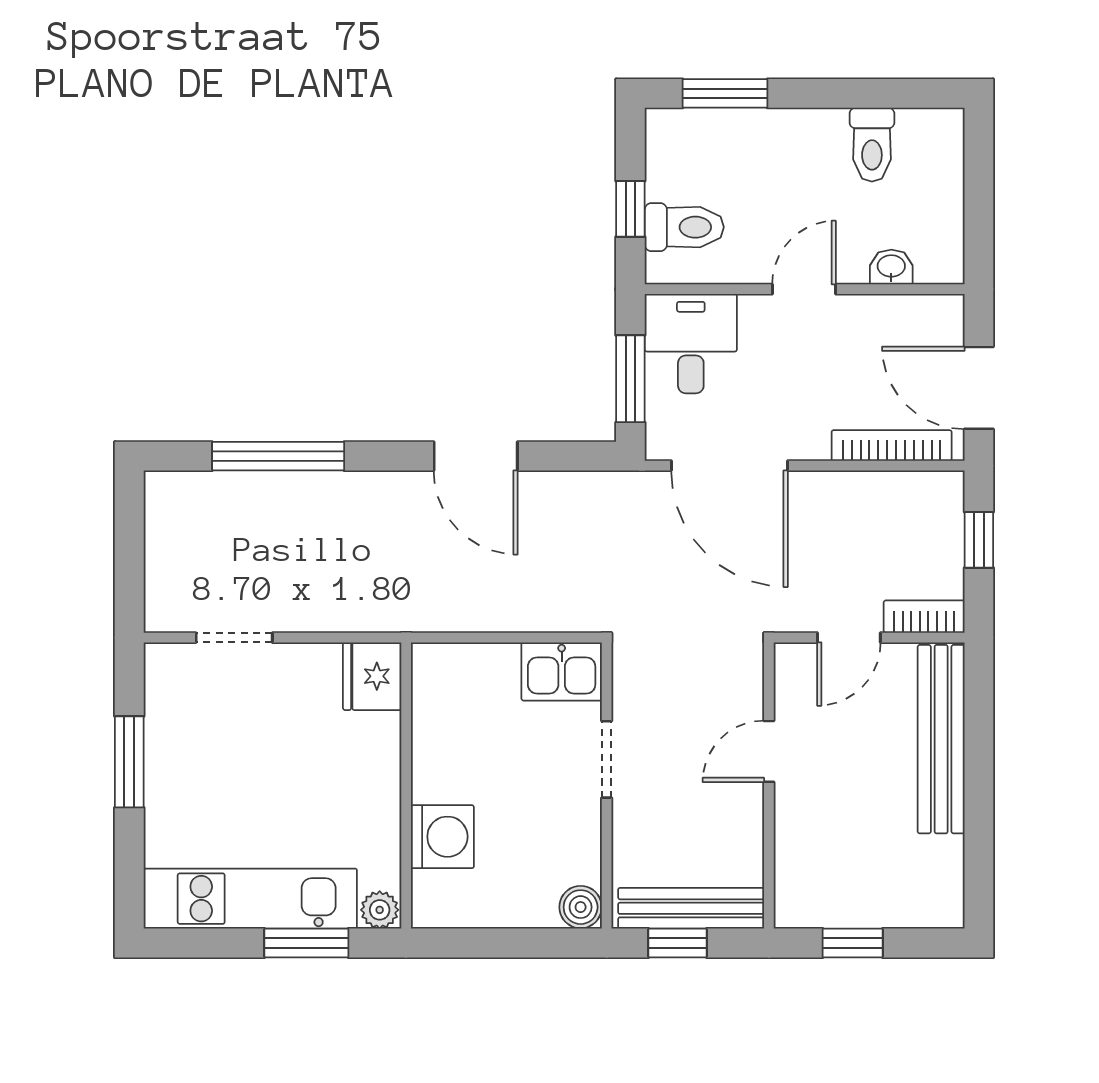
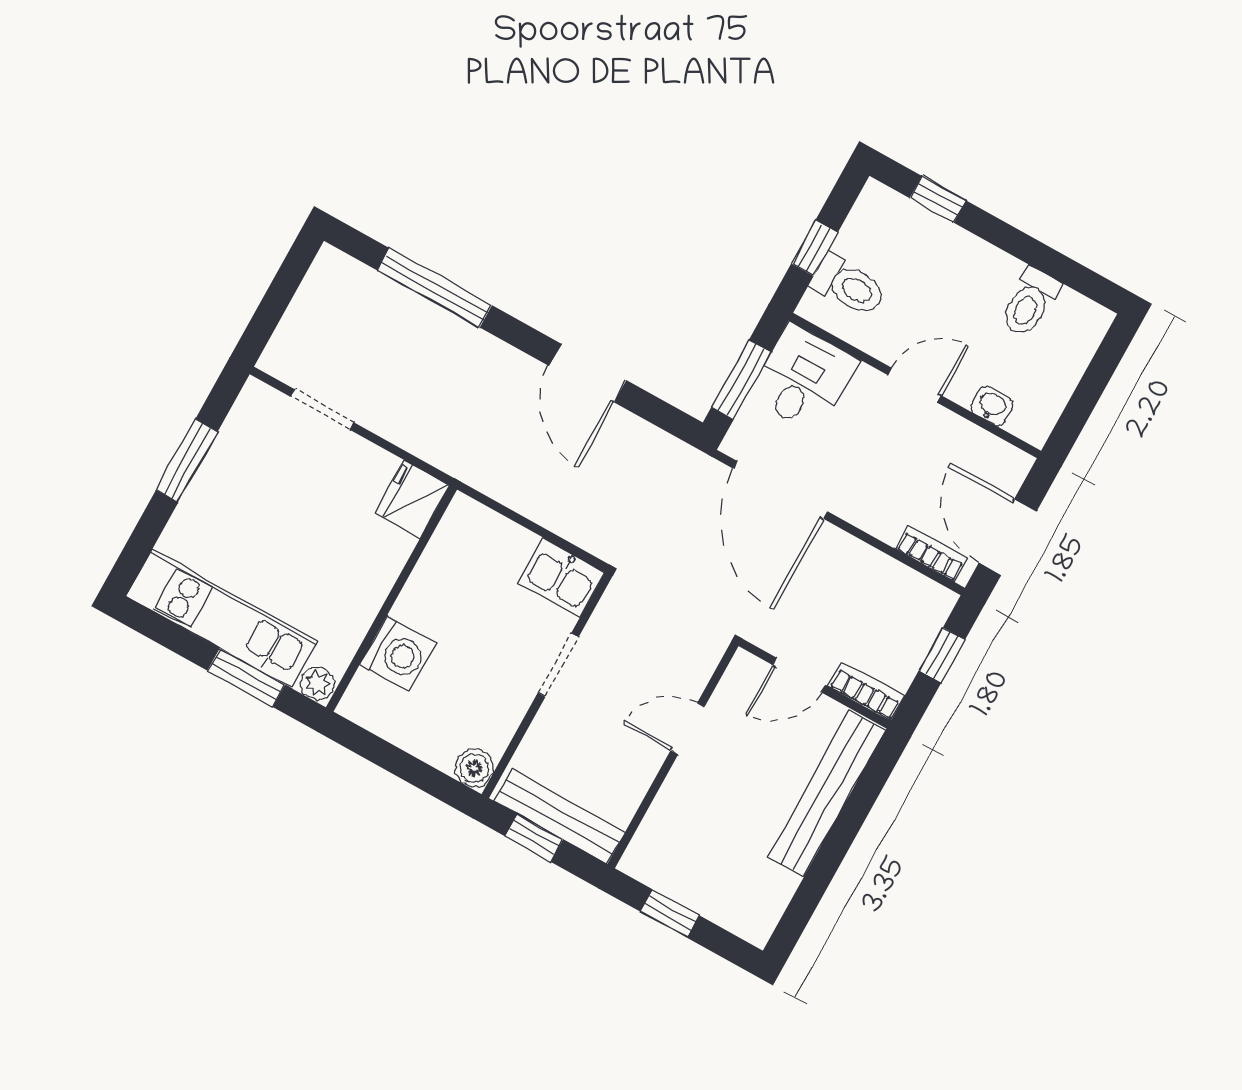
window: (725, 93) -> (938, 199), width x0.67
bookcase: (892, 446) -> (932, 554), width x0.64

